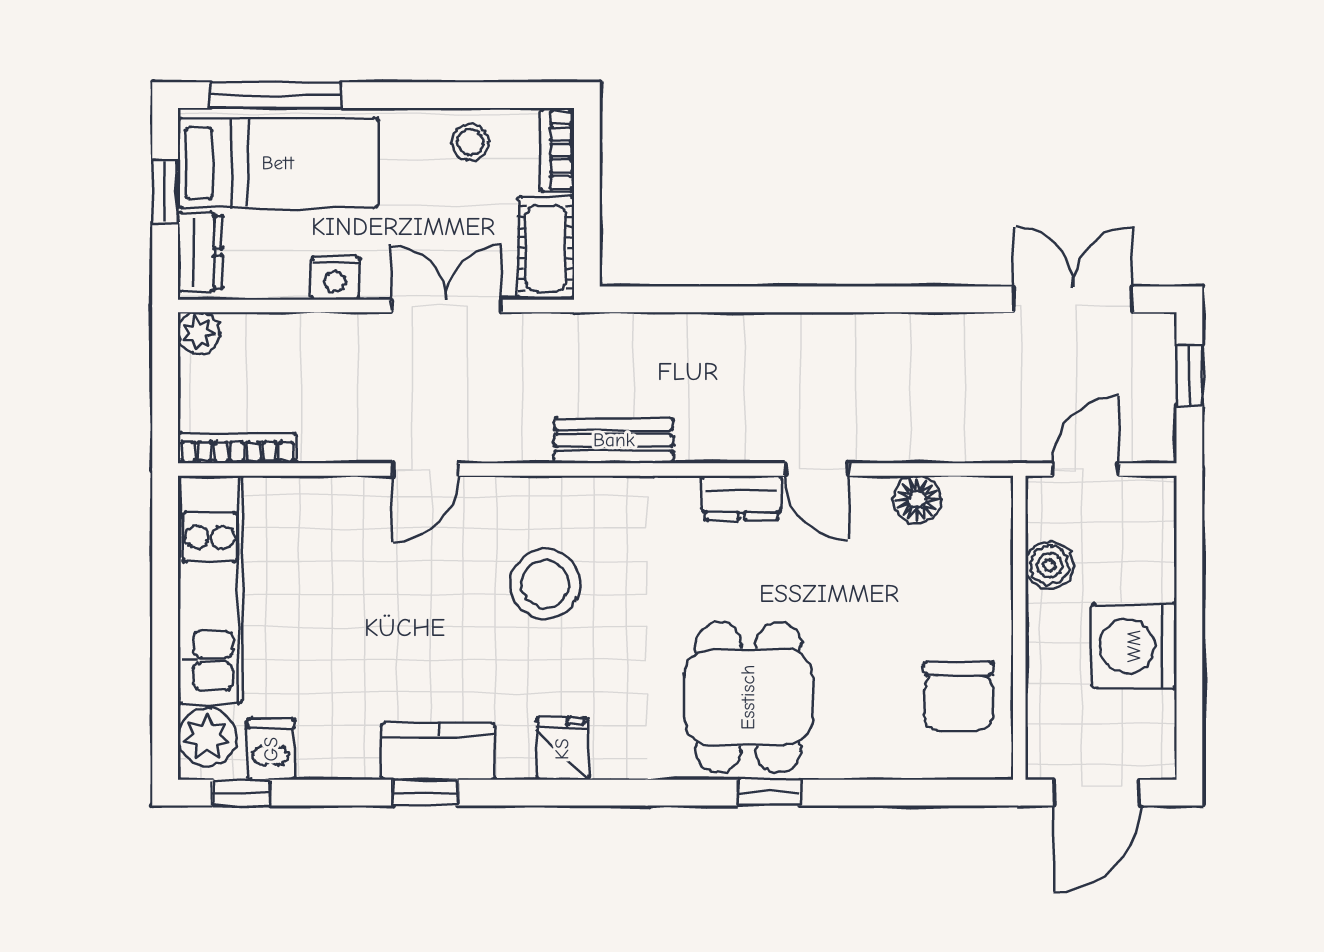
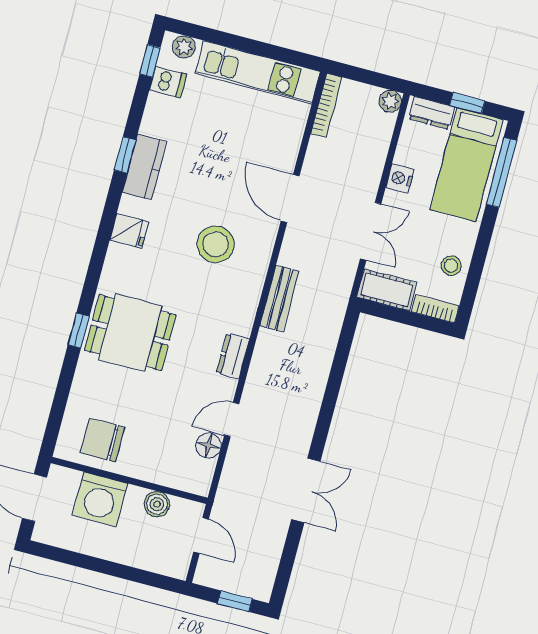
double door: (1073, 299) -> (306, 490), moved
door: (425, 469) -> (290, 199), width x1.38
door: (817, 469) -> (232, 419), moved
washing machine: (1134, 646) -> (100, 499), moved, turned 180
plant: (207, 737) -> (184, 47), width x0.73, depth x0.73

